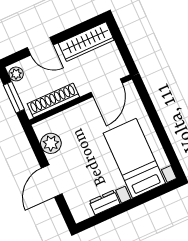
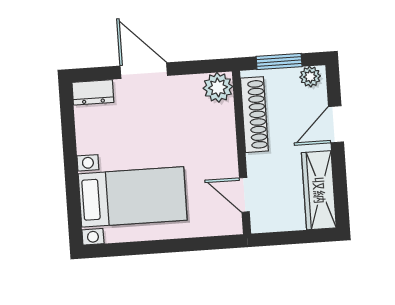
door: (107, 88) -> (244, 195), width x0.73
plant: (51, 143) -> (218, 87), moved
dresser: (105, 202) -> (93, 92), moved, turned 90

